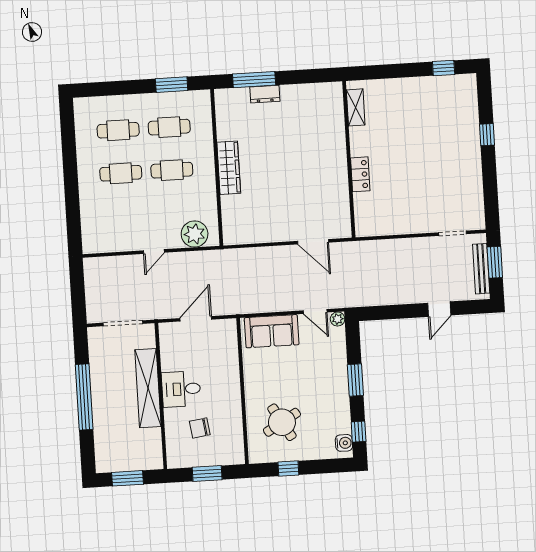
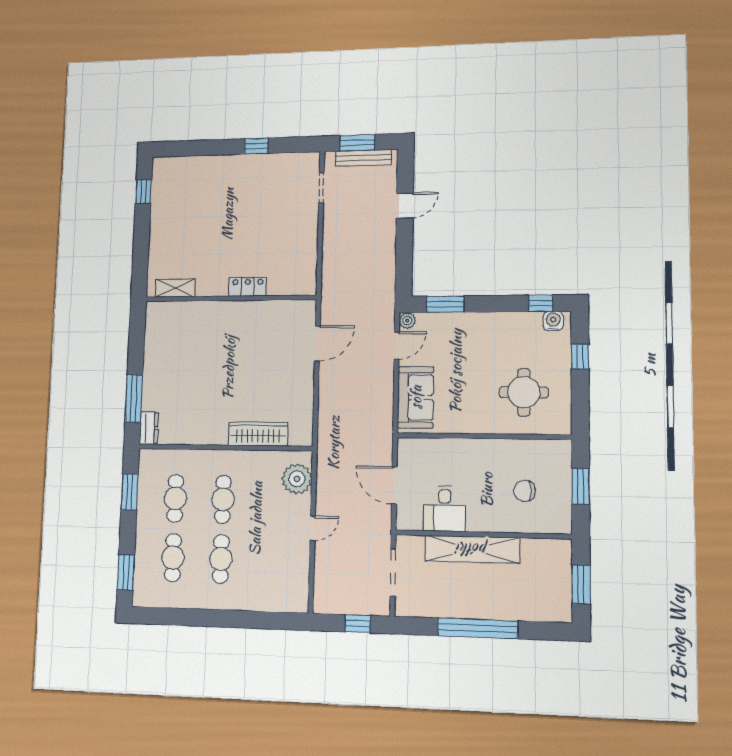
window: (102, 89) -> (126, 572), added
dresser: (265, 94) -> (149, 428), moved
window: (487, 135) -> (256, 146), moved
wardrobe: (229, 168) -> (258, 434), moved
door: (154, 252) -> (313, 528), hinge flipped
window: (78, 297) -> (358, 624), added
door: (439, 309) -> (405, 206), hinge flipped
window: (355, 380) -> (445, 304), moved
desk: (181, 389) -> (445, 509), moved
round table: (282, 422) -> (524, 392), turned 30
chair: (200, 428) -> (525, 491), turned 98
window: (288, 468) -> (580, 357), moved

